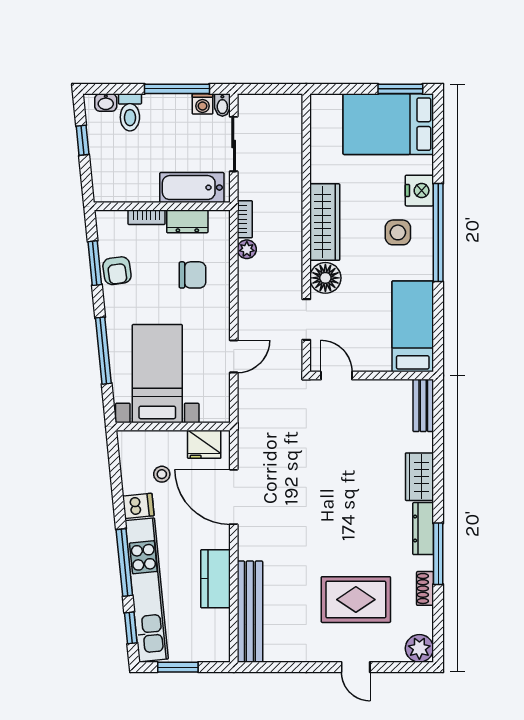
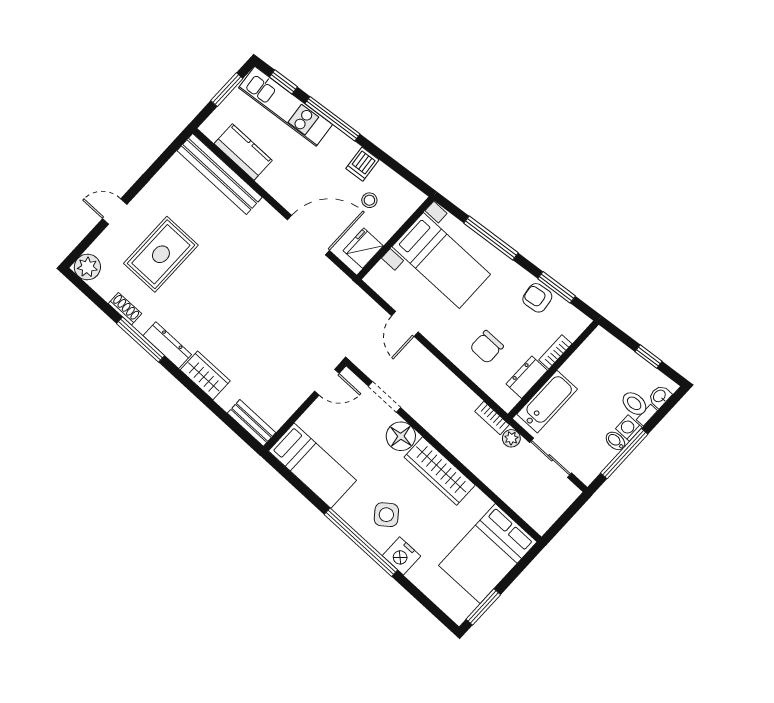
washing machine: (203, 104) -> (629, 428), moved
bidet: (222, 105) -> (615, 441), moved
bed: (388, 124) -> (488, 554), moved, turned 180
side table: (398, 232) -> (386, 515), turned -38
plant: (247, 249) -> (511, 438), moved
kitchen counter: (215, 579) -> (243, 152), moved
kitchen unit: (147, 590) -> (286, 106), width x0.73

